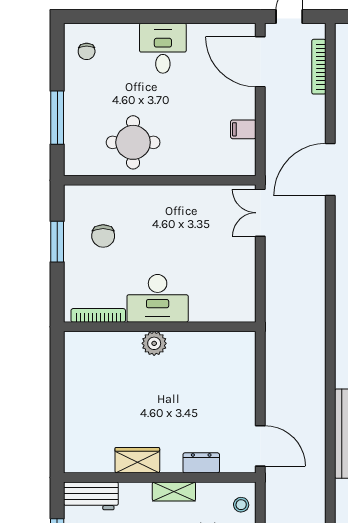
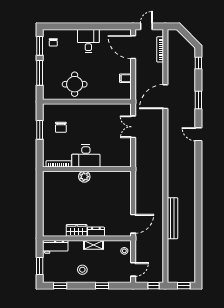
window: (57, 59) -> (40, 46), added
double door: (260, 213) -> (133, 127), moved
door: (260, 446) -> (133, 224), hinge flipped
dresser: (201, 463) -> (96, 232), moved

